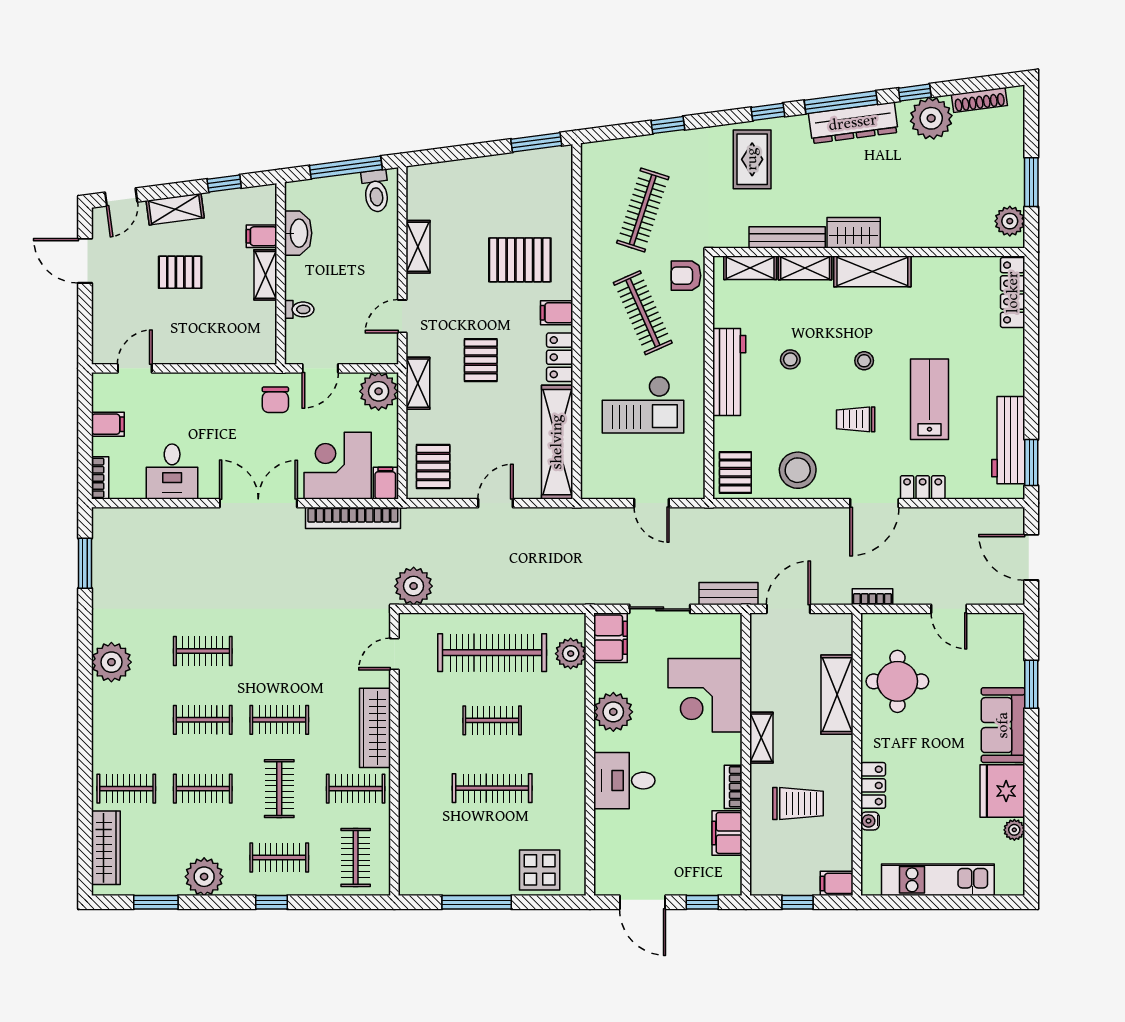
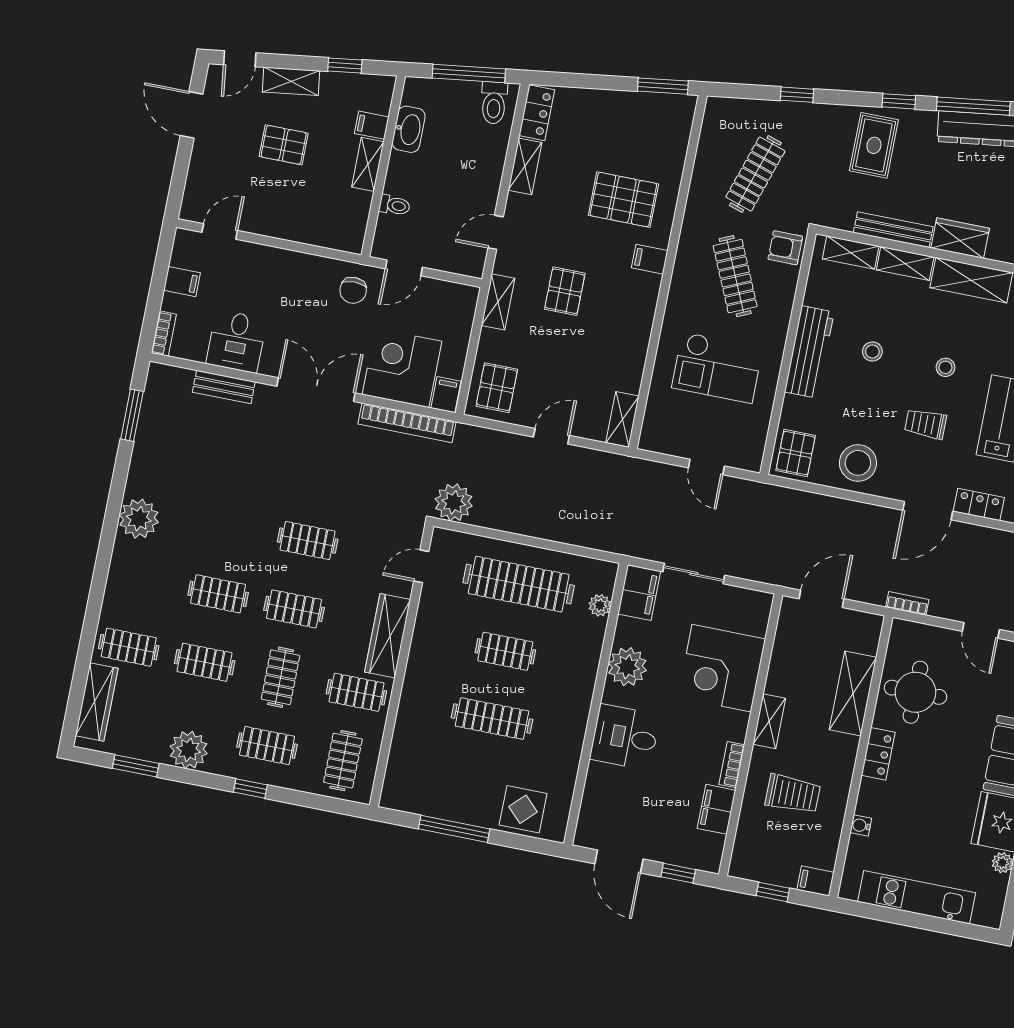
locker: (560, 357) -> (537, 113), moved, turned 180
plant: (379, 391) -> (457, 302), removed
shelving: (557, 442) -> (622, 419), width x0.45, depth x0.75
bench: (729, 594) -> (224, 387), moved
clothes rail: (203, 651) -> (308, 541), moved
plant: (571, 654) -> (600, 605), width x0.73, depth x0.73
locker: (873, 785) -> (878, 754), moved

